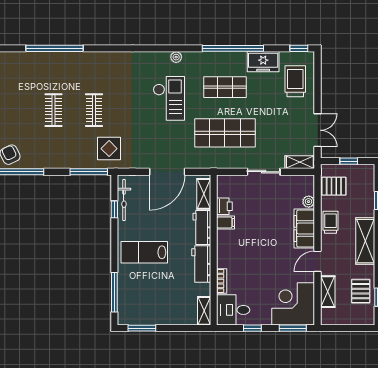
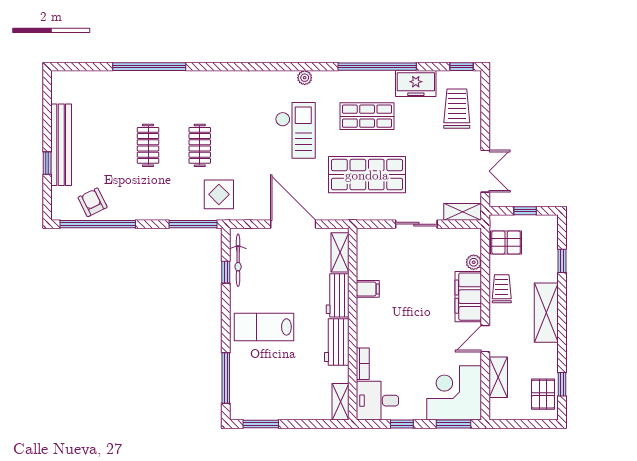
door: (167, 172) -> (293, 224), swing flipped
printer: (224, 206) -> (366, 268), removed
pallet: (361, 291) -> (543, 394), moved

